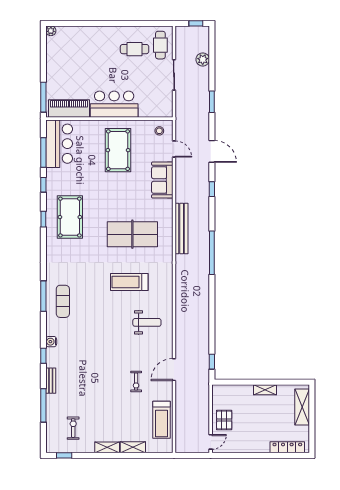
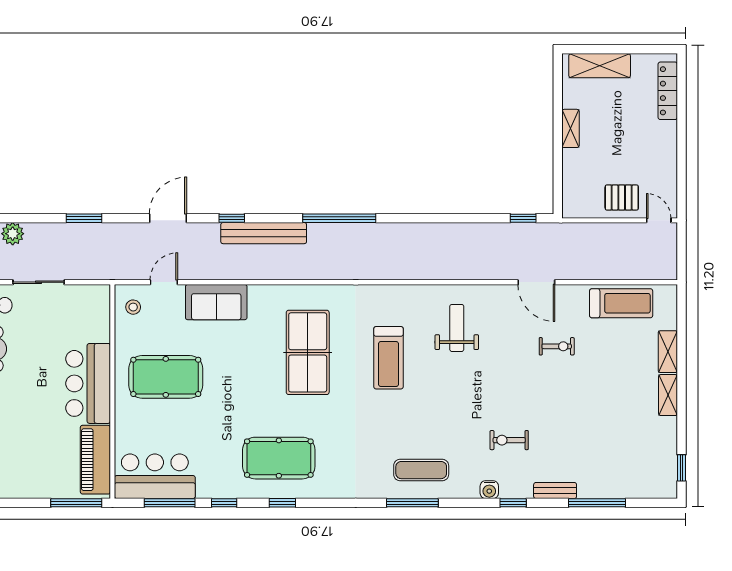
bench: (182, 229) -> (264, 233), moved
exercise bike: (73, 428) -> (509, 440), moved

